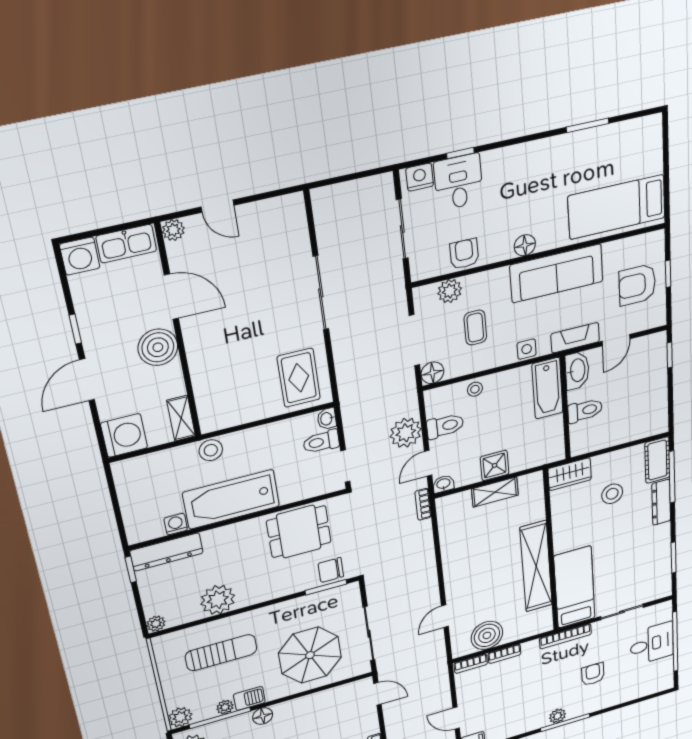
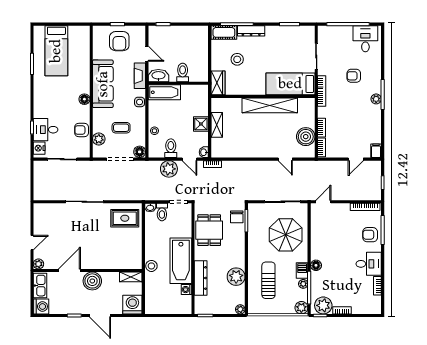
bed: (617, 207) -> (56, 51), moved
dresser: (167, 552) -> (201, 278), moved
desk: (652, 644) -> (365, 39), moved

